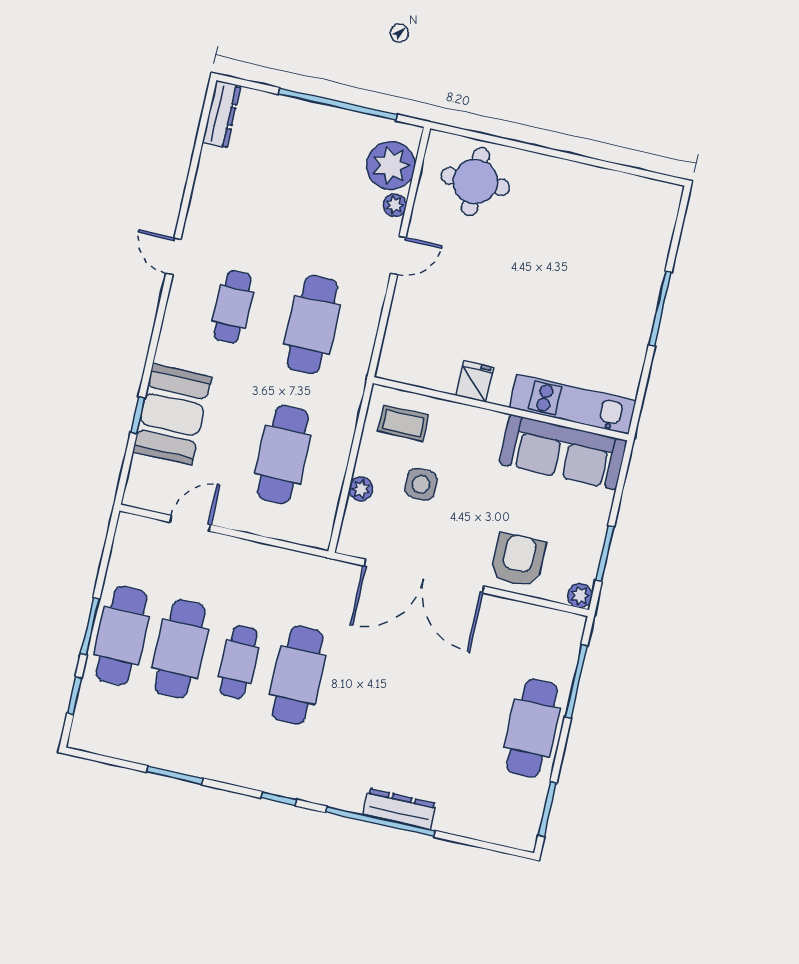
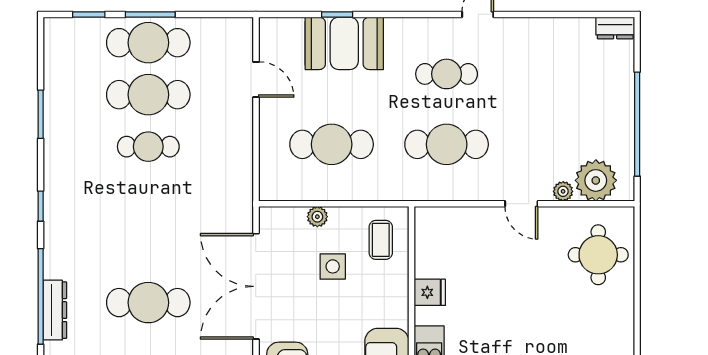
dresser: (221, 114) -> (615, 28), width x0.70
cafe table: (297, 675) -> (148, 303), moved

